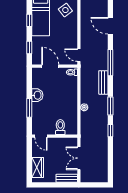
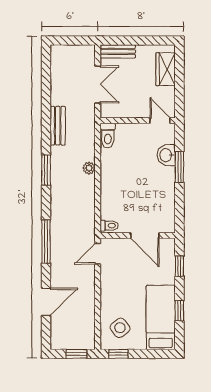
door: (110, 26) -> (46, 302), hinge flipped
door: (79, 55) -> (98, 254), swing flipped
bench: (103, 82) -> (58, 126), moved
washbasin: (37, 95) -> (166, 155), moved
toilet: (60, 127) -> (108, 136), moved
window: (110, 131) -> (46, 130), removed

